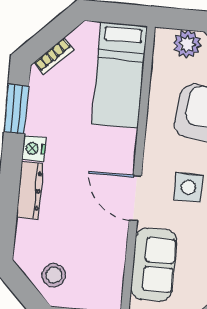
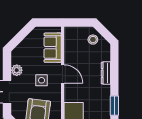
nightstand: (34, 149) -> (106, 90), removed

